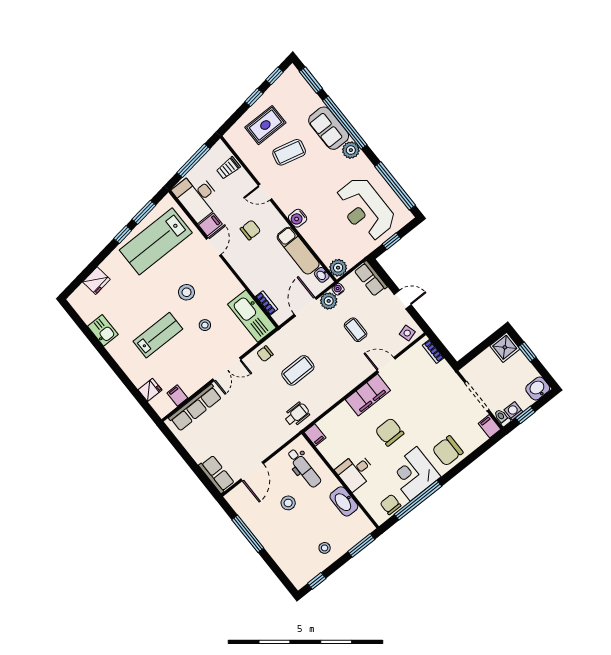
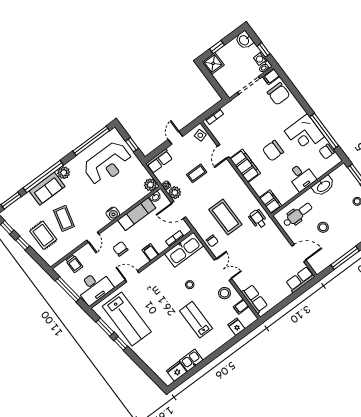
filing cabinet: (210, 225) -> (150, 252), moved
fridge: (96, 281) -> (177, 371), moved, turned -82
stool: (187, 292) -> (224, 293), moved
coffee table: (298, 370) -> (225, 217), width x1.36, depth x1.32
row of seats: (195, 408) -> (254, 299), width x0.68
filing cabinet: (315, 435) -> (270, 202), width x2.00
chair: (448, 451) -> (279, 94), moved

